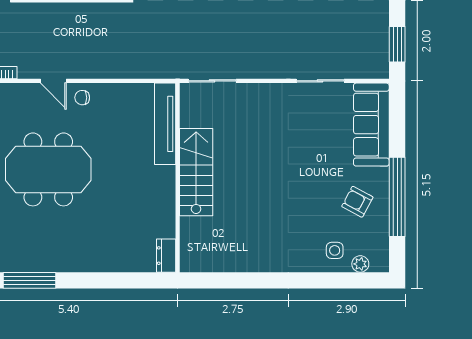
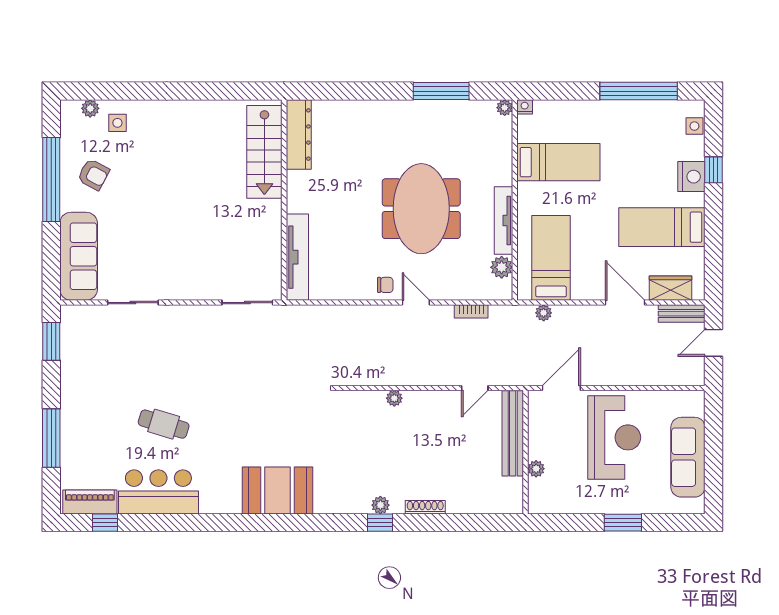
meeting table: (48, 169) -> (421, 209), turned 90
stairs: (196, 172) -> (264, 152), moved
dresser: (166, 256) -> (299, 135), width x1.96, depth x1.24

